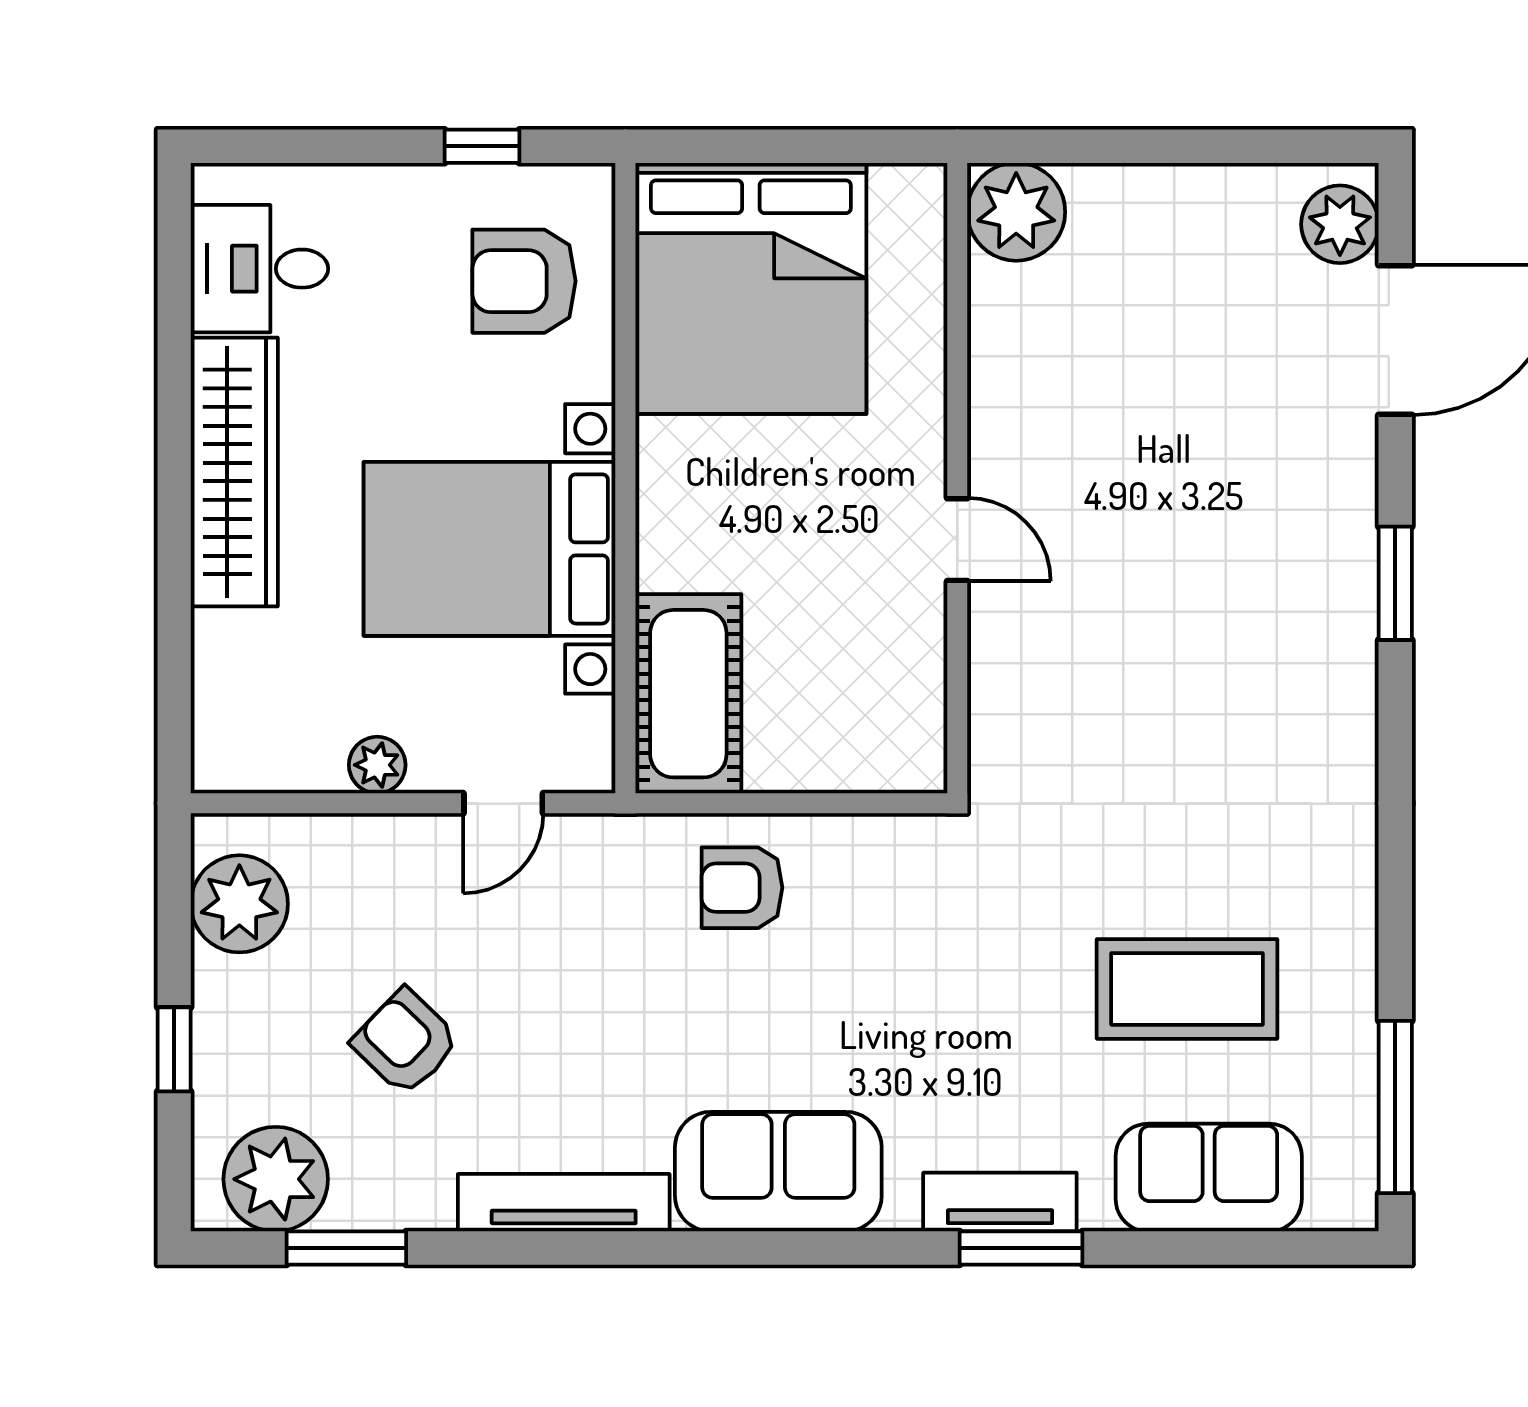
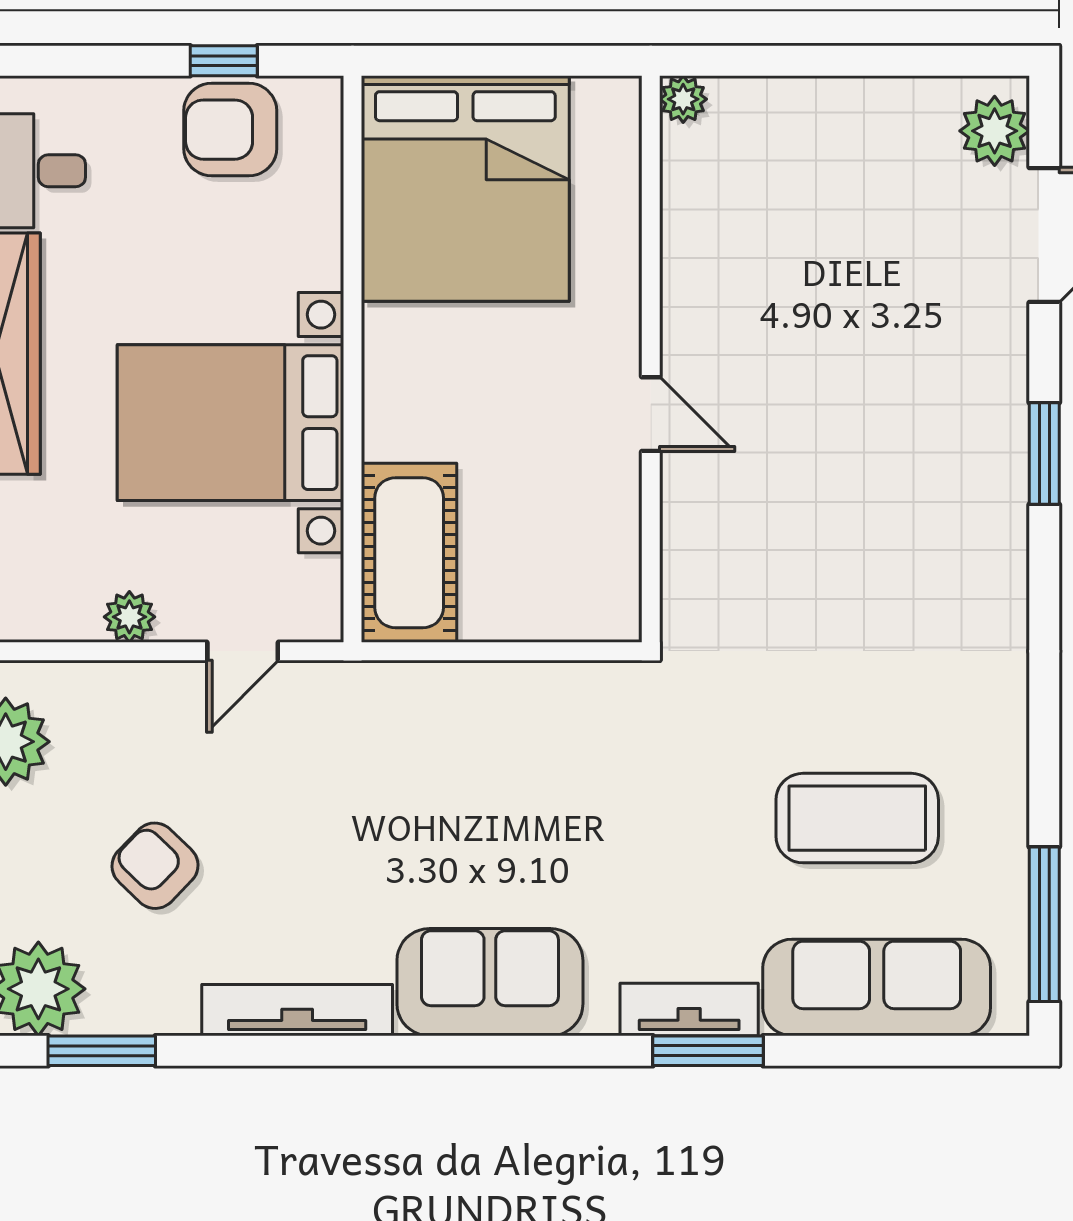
plant: (1016, 212) -> (683, 99), width x0.53, depth x0.53
armchair: (524, 281) -> (230, 130), moved
armchair: (742, 888) -> (457, 727), removed
sofa: (1209, 1178) -> (877, 988), width x1.36

